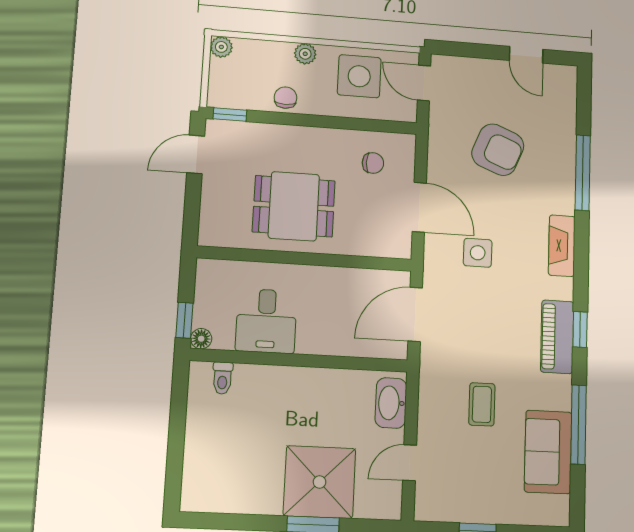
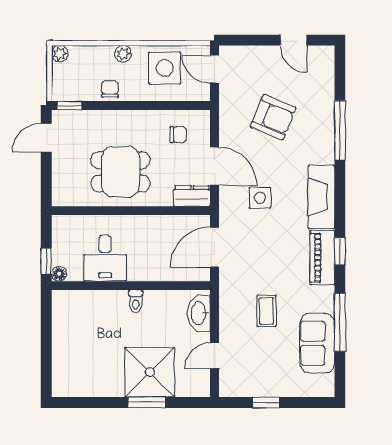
dresser: (388, 245) -> (192, 196), added
fireplace: (562, 246) -> (321, 197), width x1.37, depth x1.32
toilet: (222, 378) -> (136, 301), moved

